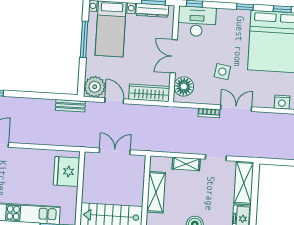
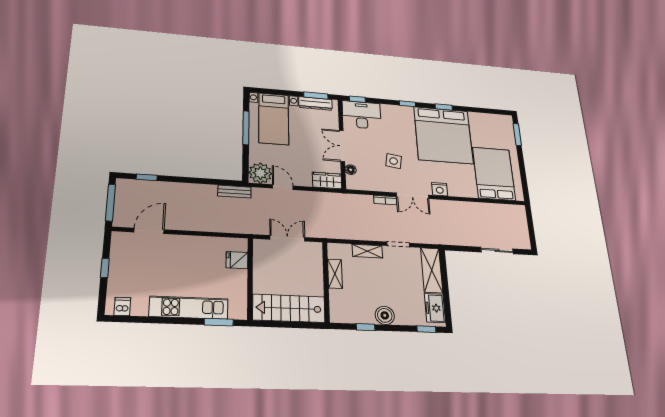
floor lamp: (184, 86) -> (351, 170), width x0.53, depth x0.53
wardrobe: (149, 93) -> (327, 180), width x0.67
nightstand: (282, 102) -> (440, 189), moved
double door: (236, 108) -> (412, 196), swing flipped
fridge: (67, 171) -> (237, 260), width x0.53, depth x0.75
shelving: (156, 192) -> (335, 274), width x0.67, depth x0.75

